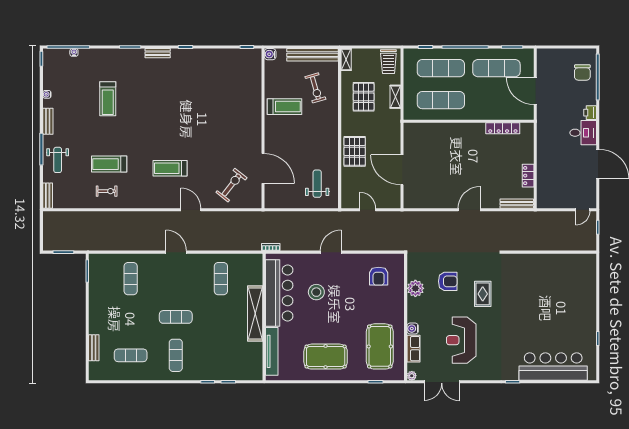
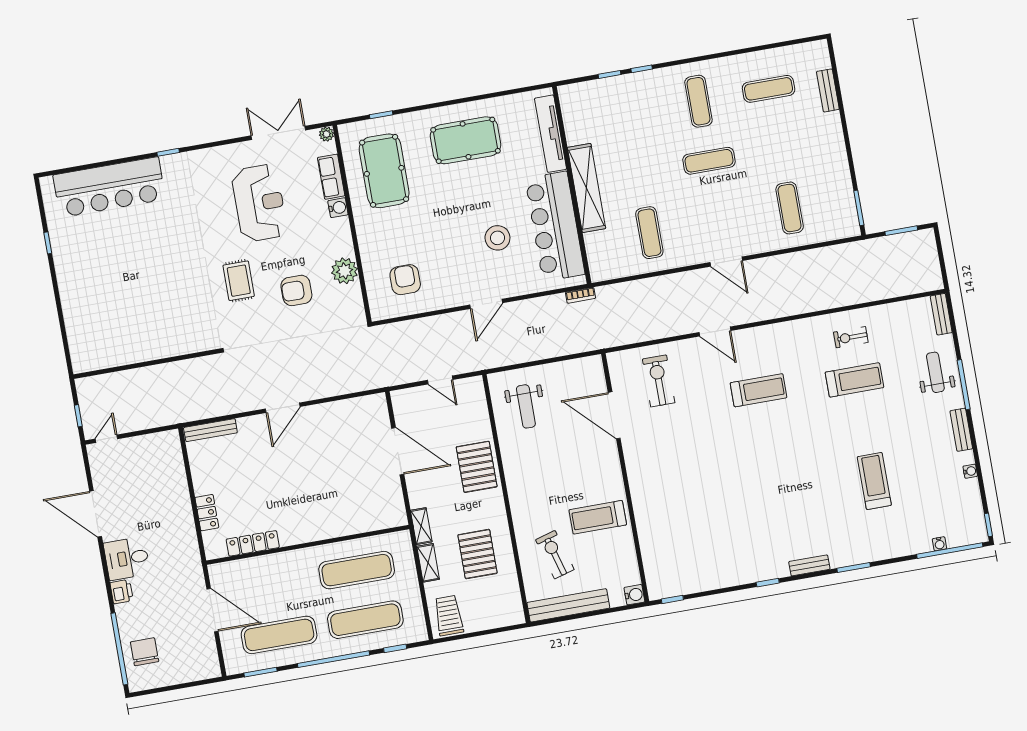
shelving: (346, 60) -> (421, 526), moved
locker: (528, 176) -> (207, 513), moved
exercise bike: (231, 185) -> (659, 381), turned 142

